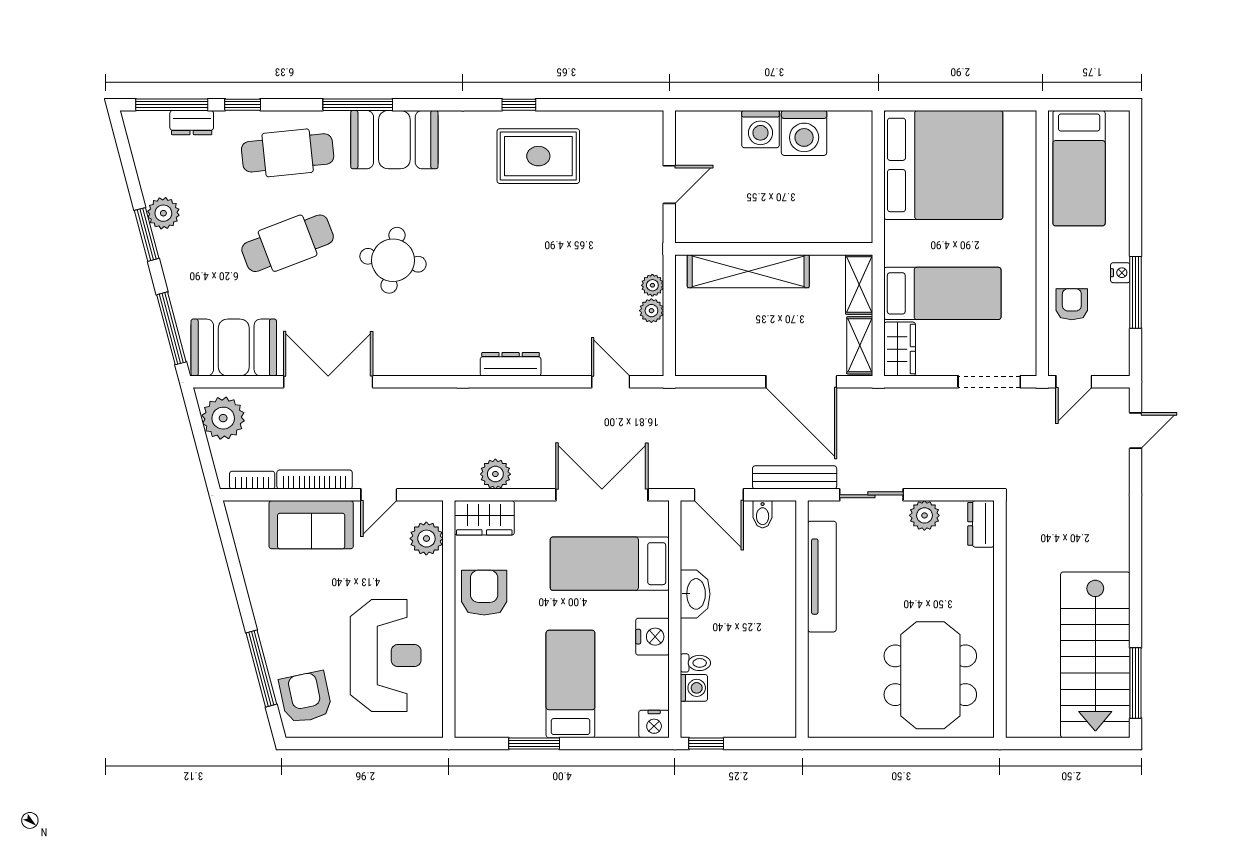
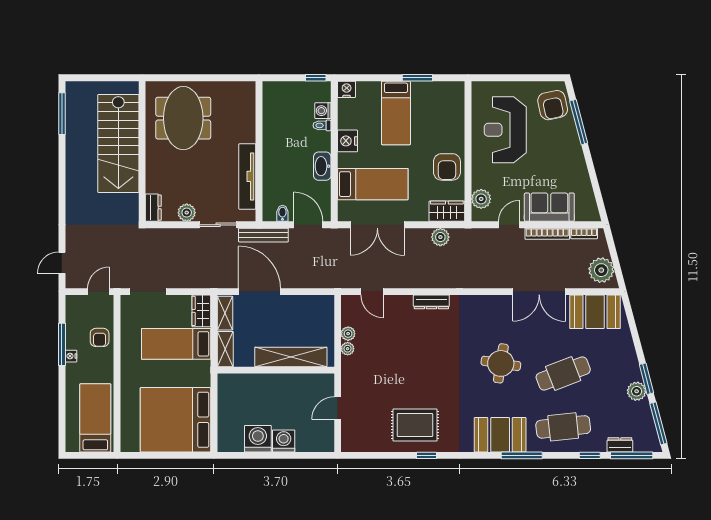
window: (171, 328) -> (658, 423), moved
stairs: (1095, 655) -> (118, 143), moved, turned 180

